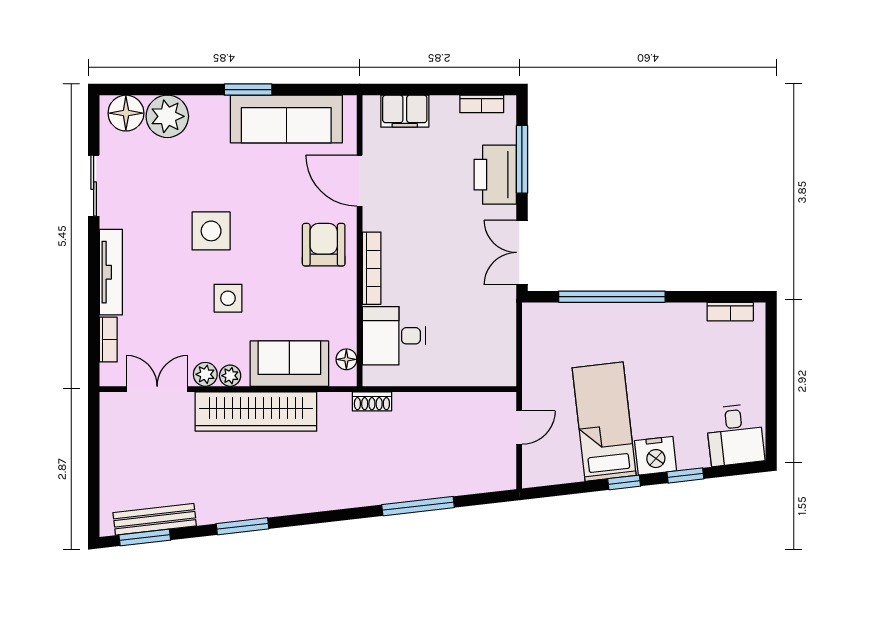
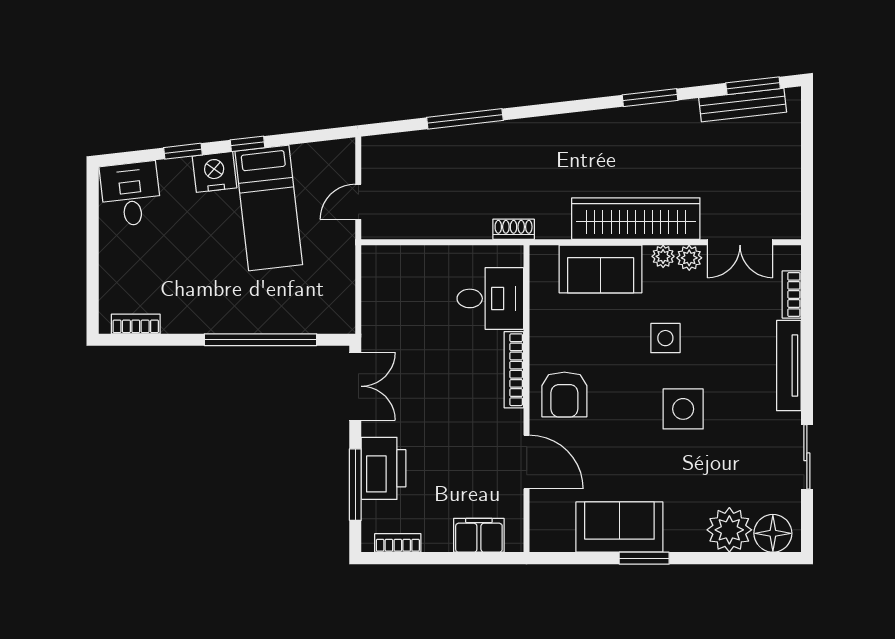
sofa: (286, 119) -> (619, 527), width x0.73
floor lamp: (346, 359) -> (540, 274), removed

